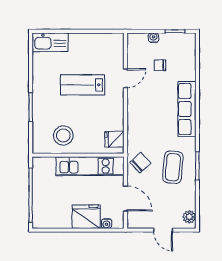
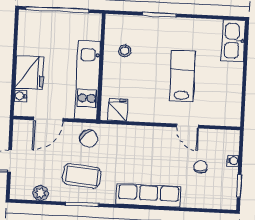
stool: (63, 136) -> (125, 51), width x0.53, depth x0.53
plant: (189, 217) -> (41, 193), moved

